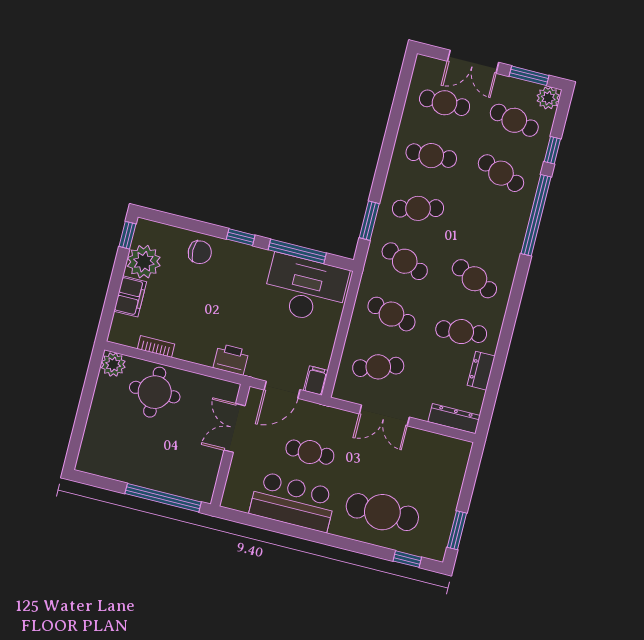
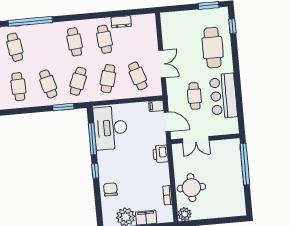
cafe table: (501, 173) -> (15, 47), turned -30
cafe table: (474, 279) -> (75, 42), turned -30
dresser: (454, 419) -> (151, 27), removed

